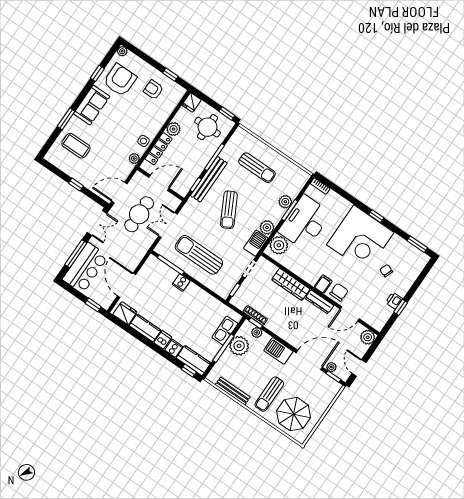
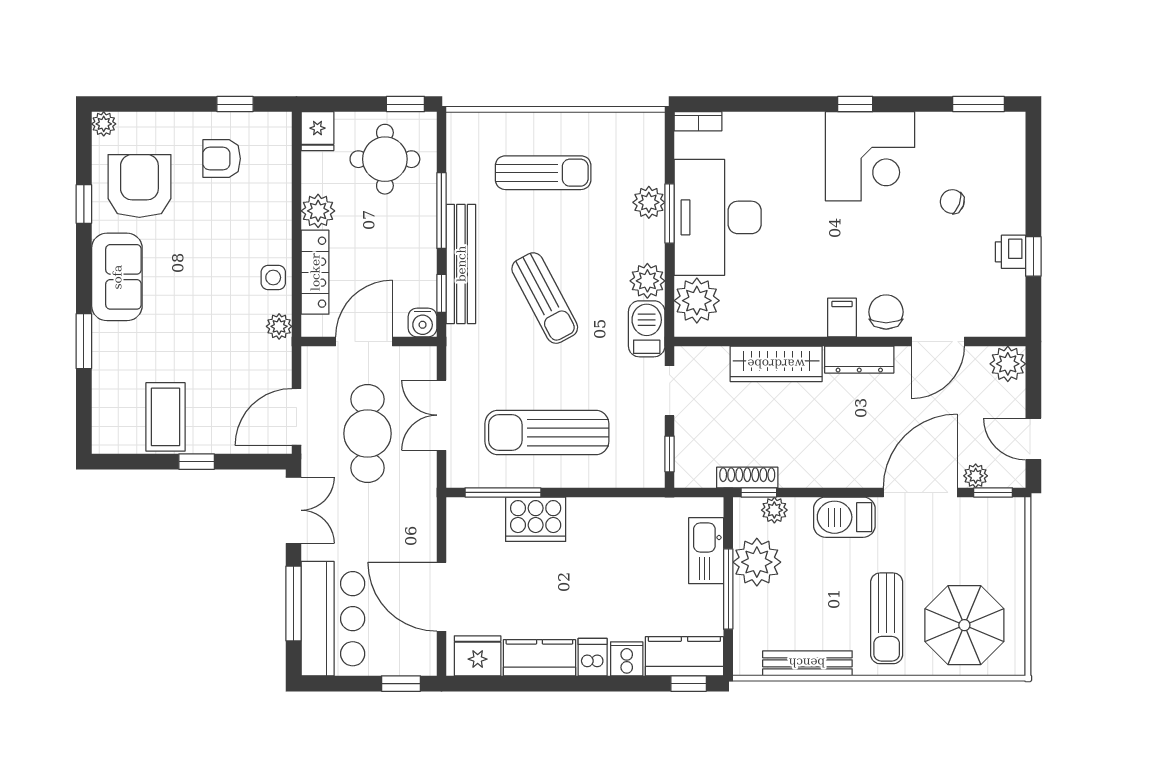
coffee table: (76, 146) -> (166, 417), moved, turned 90
water cooler: (183, 190) -> (423, 322), added
corner desk: (360, 239) -> (870, 156), width x0.74, depth x0.74
cooker: (181, 283) -> (536, 519), width x1.87, depth x1.31

